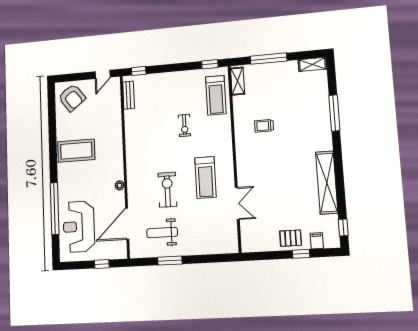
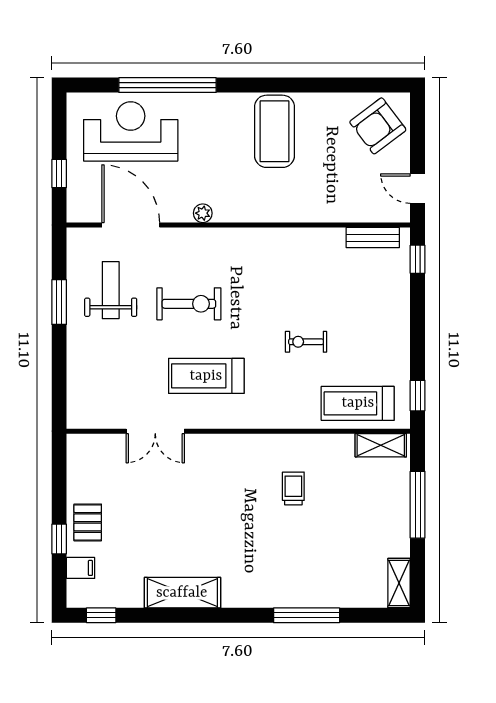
shelving: (327, 183) -> (182, 593), width x0.68

